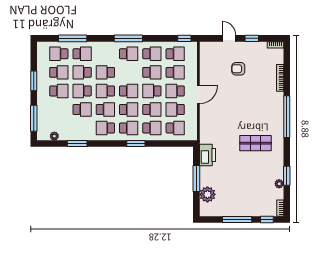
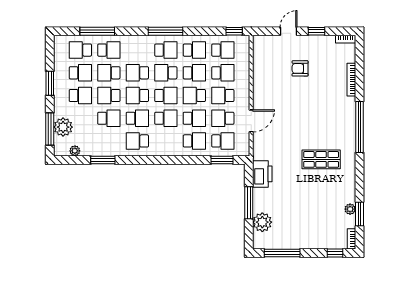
door: (229, 38) -> (289, 31), hinge flipped
door: (198, 95) -> (251, 121), moved
plant: (45, 117) -> (63, 127), added
school desk: (129, 128) -> (166, 73), moved, turned 180
window: (136, 144) -> (222, 160), moved
window: (287, 176) -> (359, 214), moved
window: (237, 220) -> (282, 253), moved

